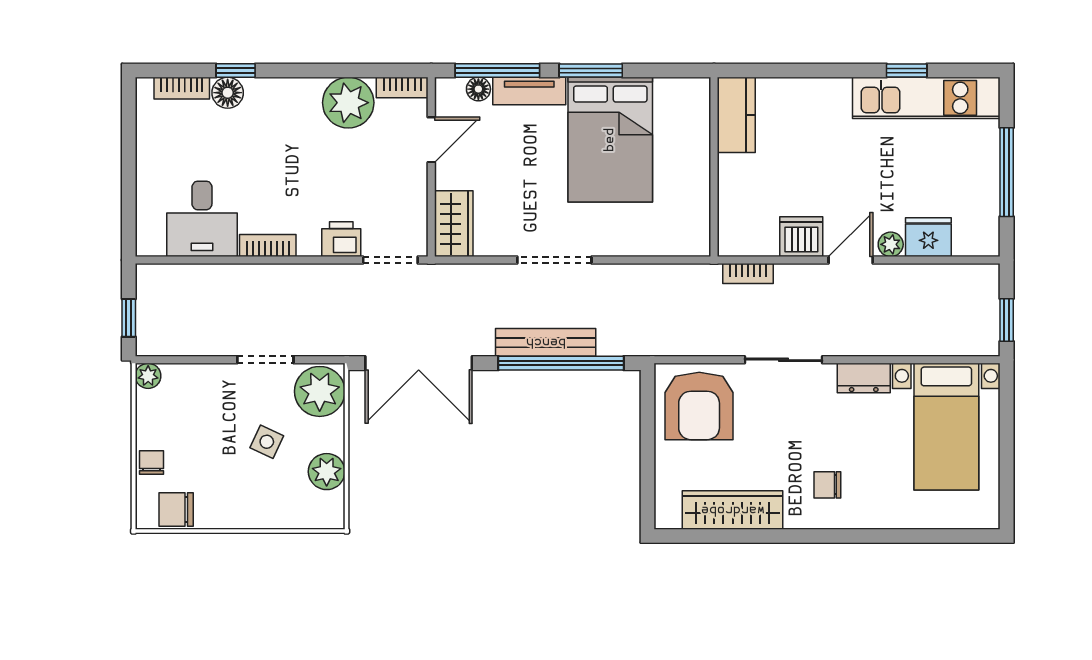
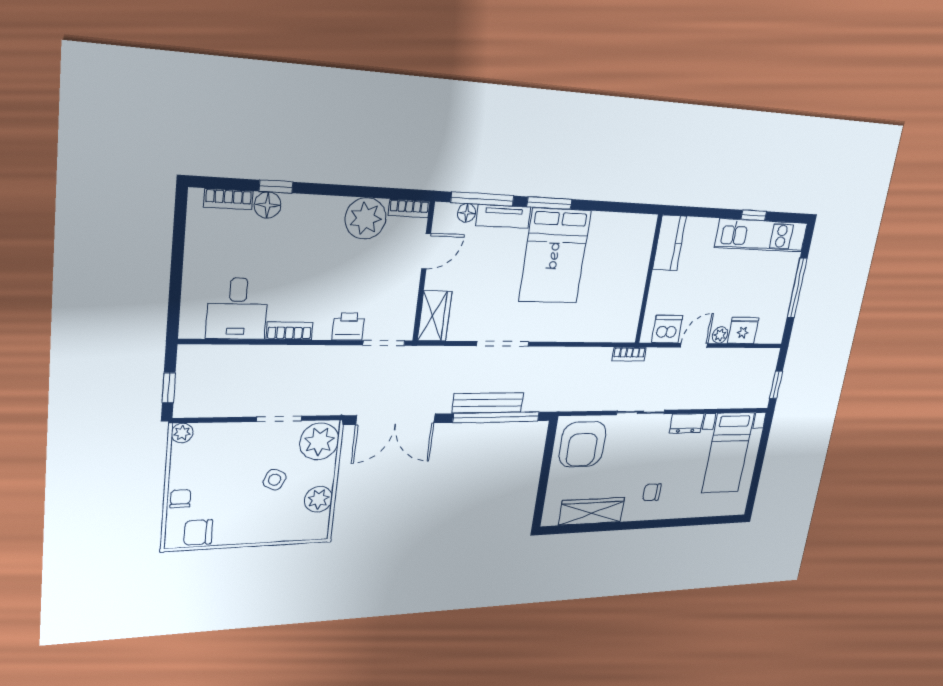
kitchen counter: (736, 115) -> (669, 243), moved
wall: (714, 167) -> (648, 280), moved

